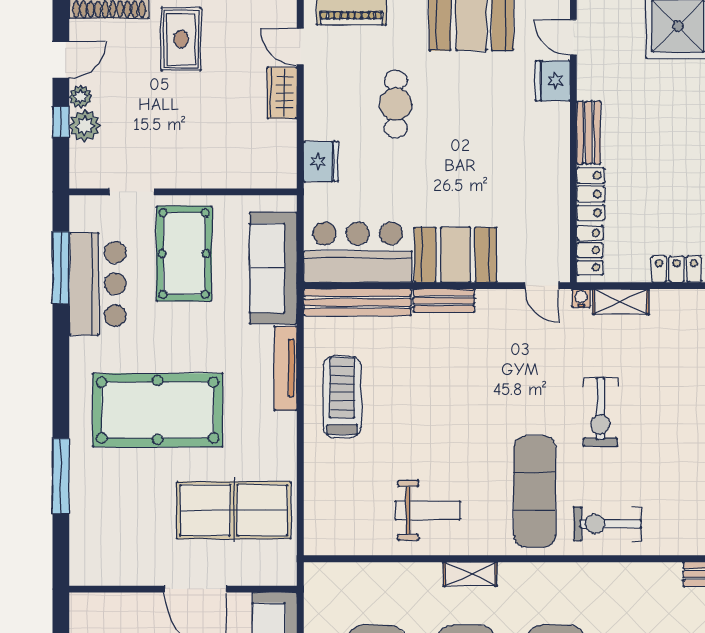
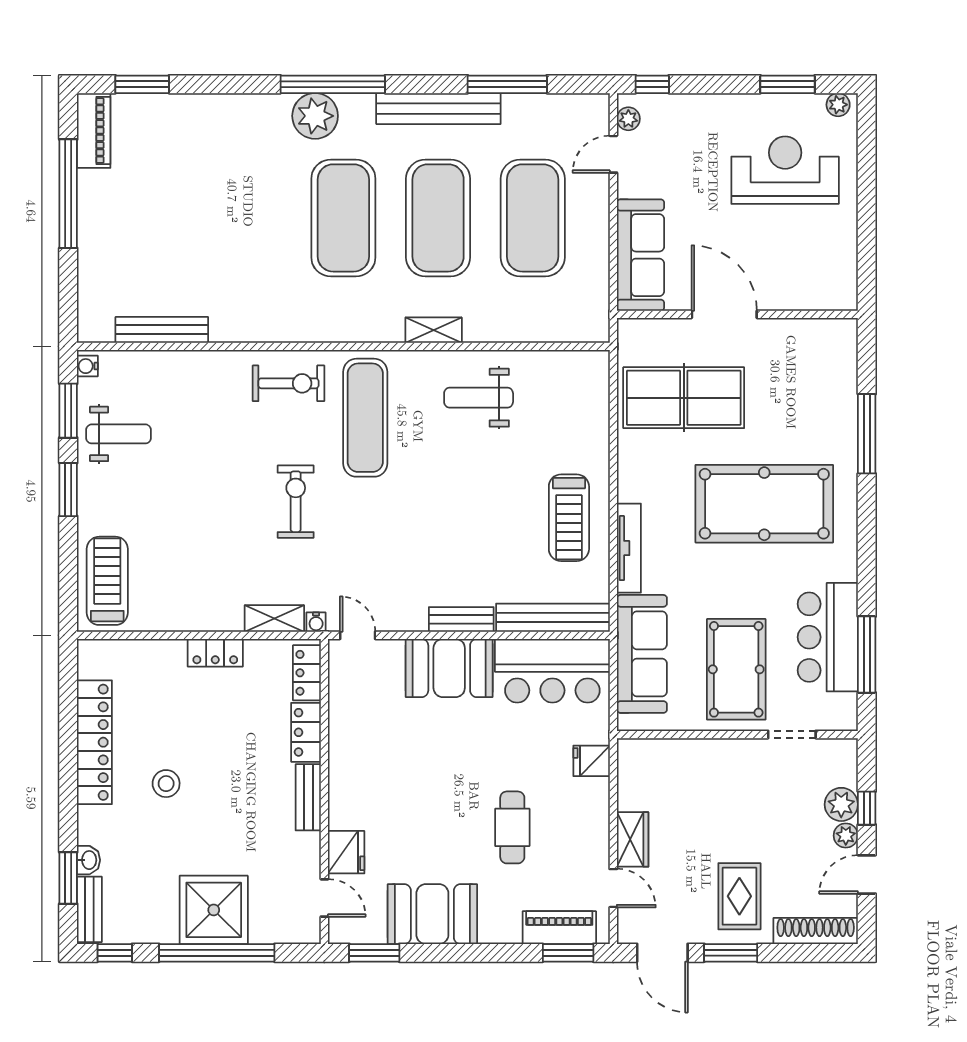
fridge: (321, 161) -> (592, 761), width x0.72

